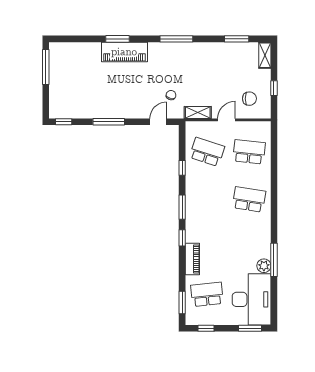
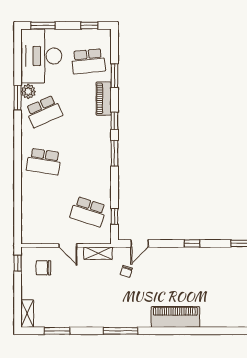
window: (117, 39) -> (183, 331), removed
window: (274, 88) -> (18, 263), moved
door: (226, 120) -> (68, 245), hinge flipped
window: (109, 122) -> (192, 243), width x0.46
school desk: (249, 152) -> (44, 111), moved, turned -30
window: (182, 168) -> (114, 216), moved
window: (274, 260) -> (18, 98), width x0.69
window: (182, 302) -> (114, 76), moved

